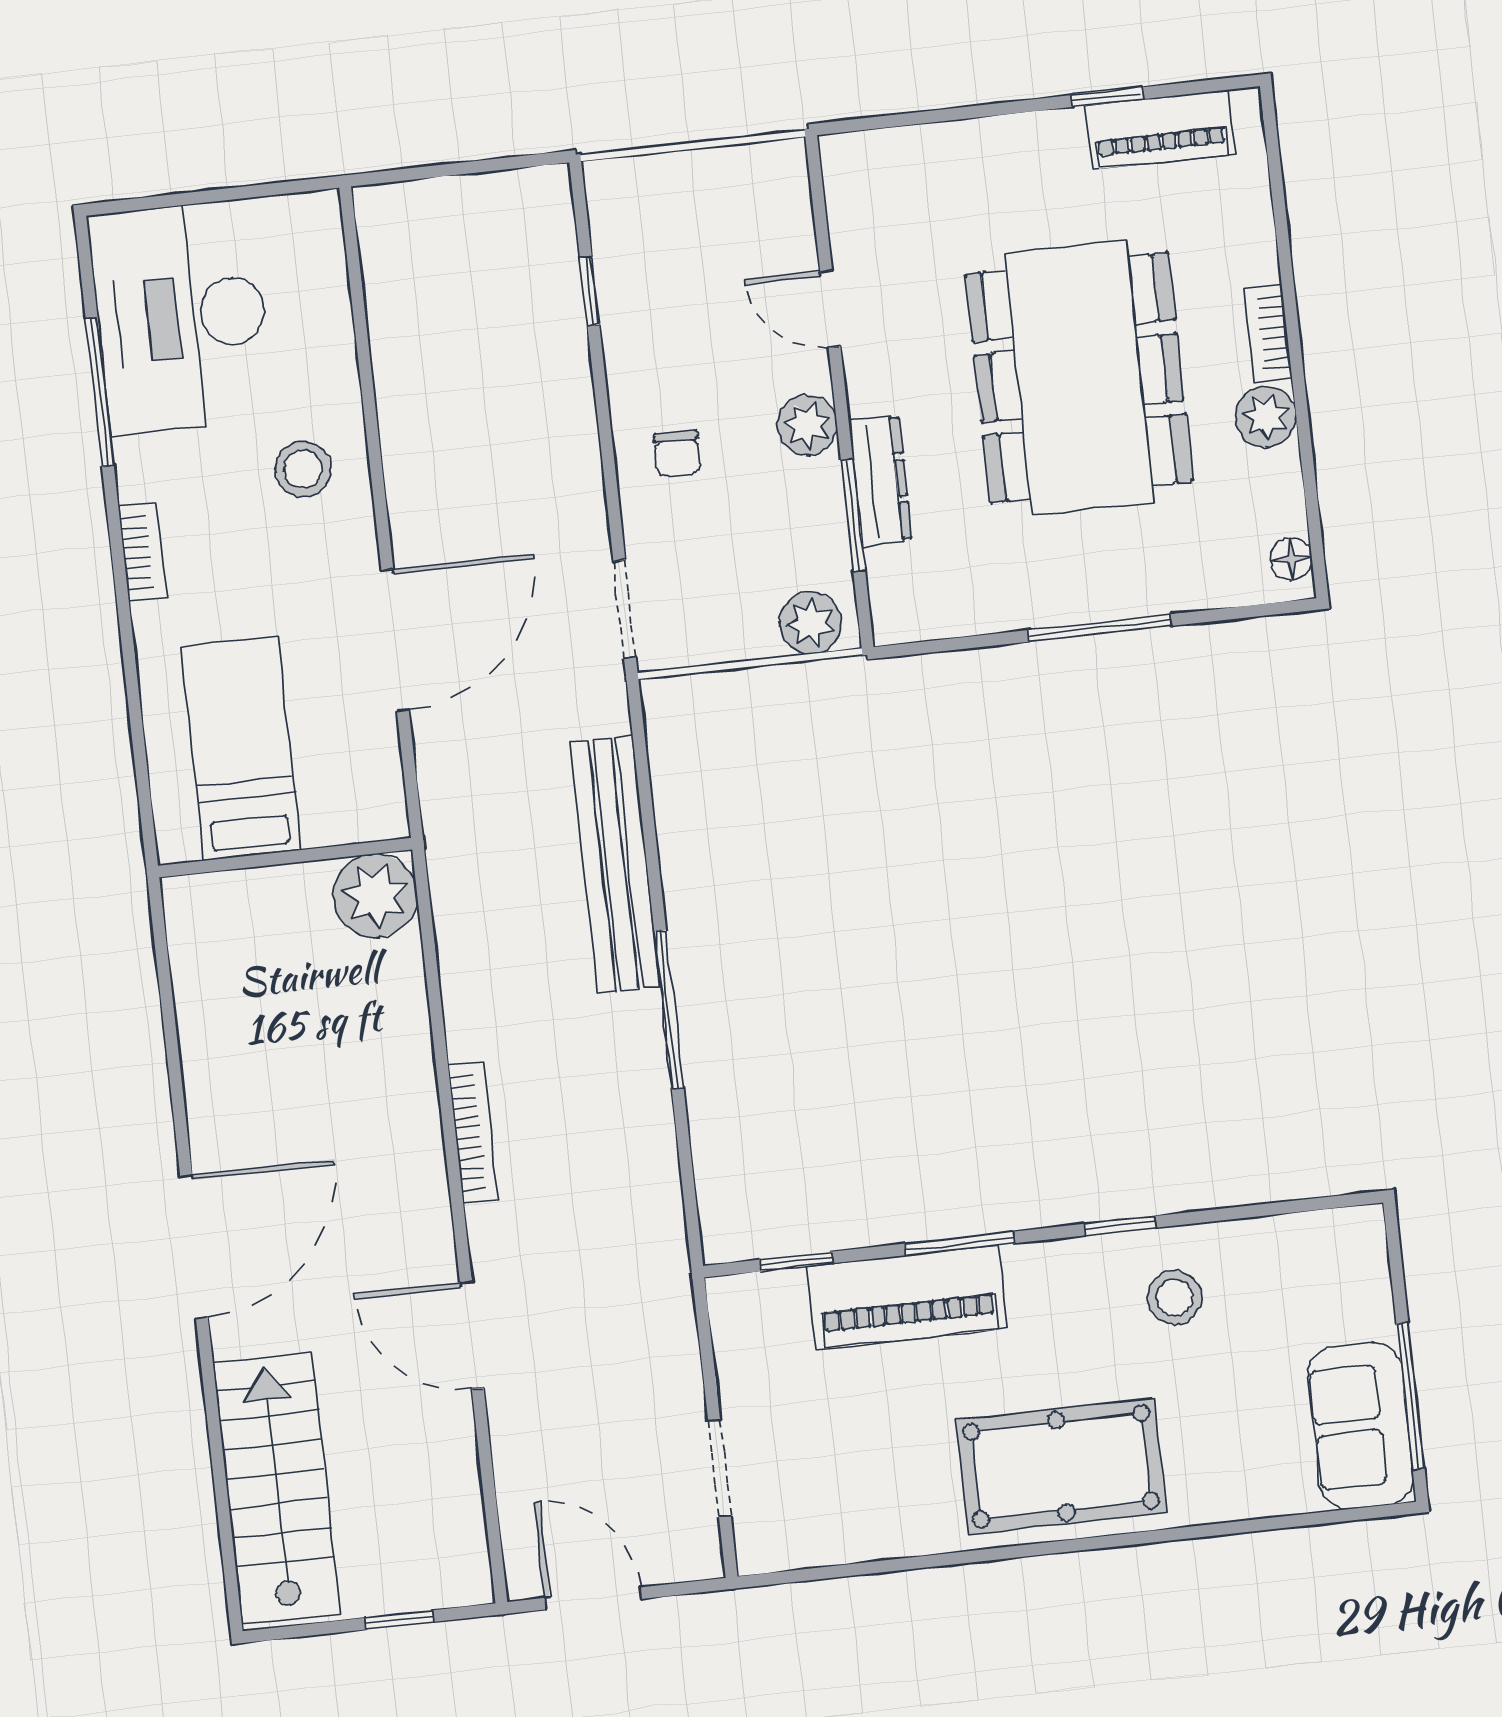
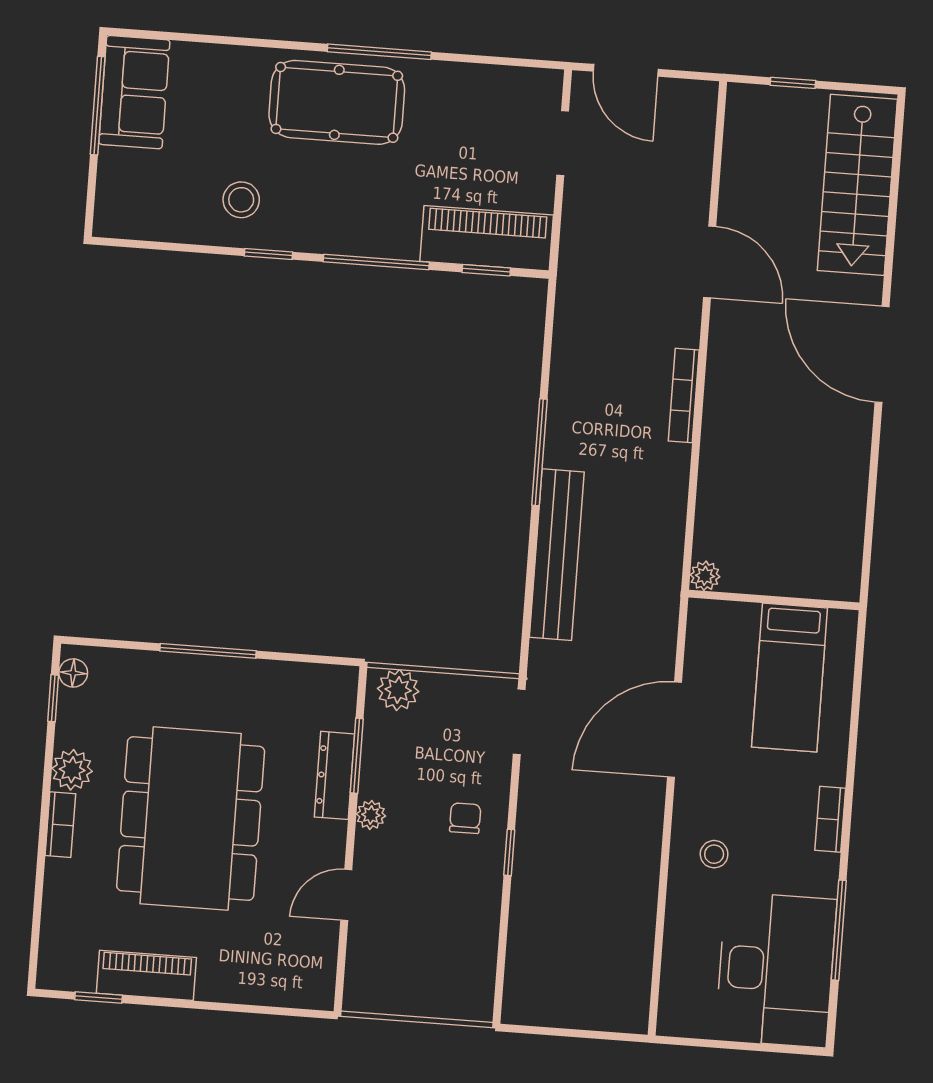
window: (1107, 97) -> (99, 997), moved
piano: (1160, 130) -> (146, 975), moved
window: (590, 291) -> (509, 852), moved
door: (830, 309) -> (346, 895), swing flipped
plant: (807, 425) -> (371, 815), width x0.73, depth x0.73
stool: (303, 469) -> (714, 854), width x0.73, depth x0.73
window: (1313, 516) -> (53, 698), added
plant: (375, 896) -> (705, 576), width x0.53, depth x0.53
window: (960, 1243) -> (376, 262), width x1.44
door: (194, 1247) -> (882, 354), hinge flipped
piano: (907, 1297) -> (487, 238), moved
window: (1013, 1552) -> (379, 52), added
door: (593, 1598) -> (626, 70), moved

